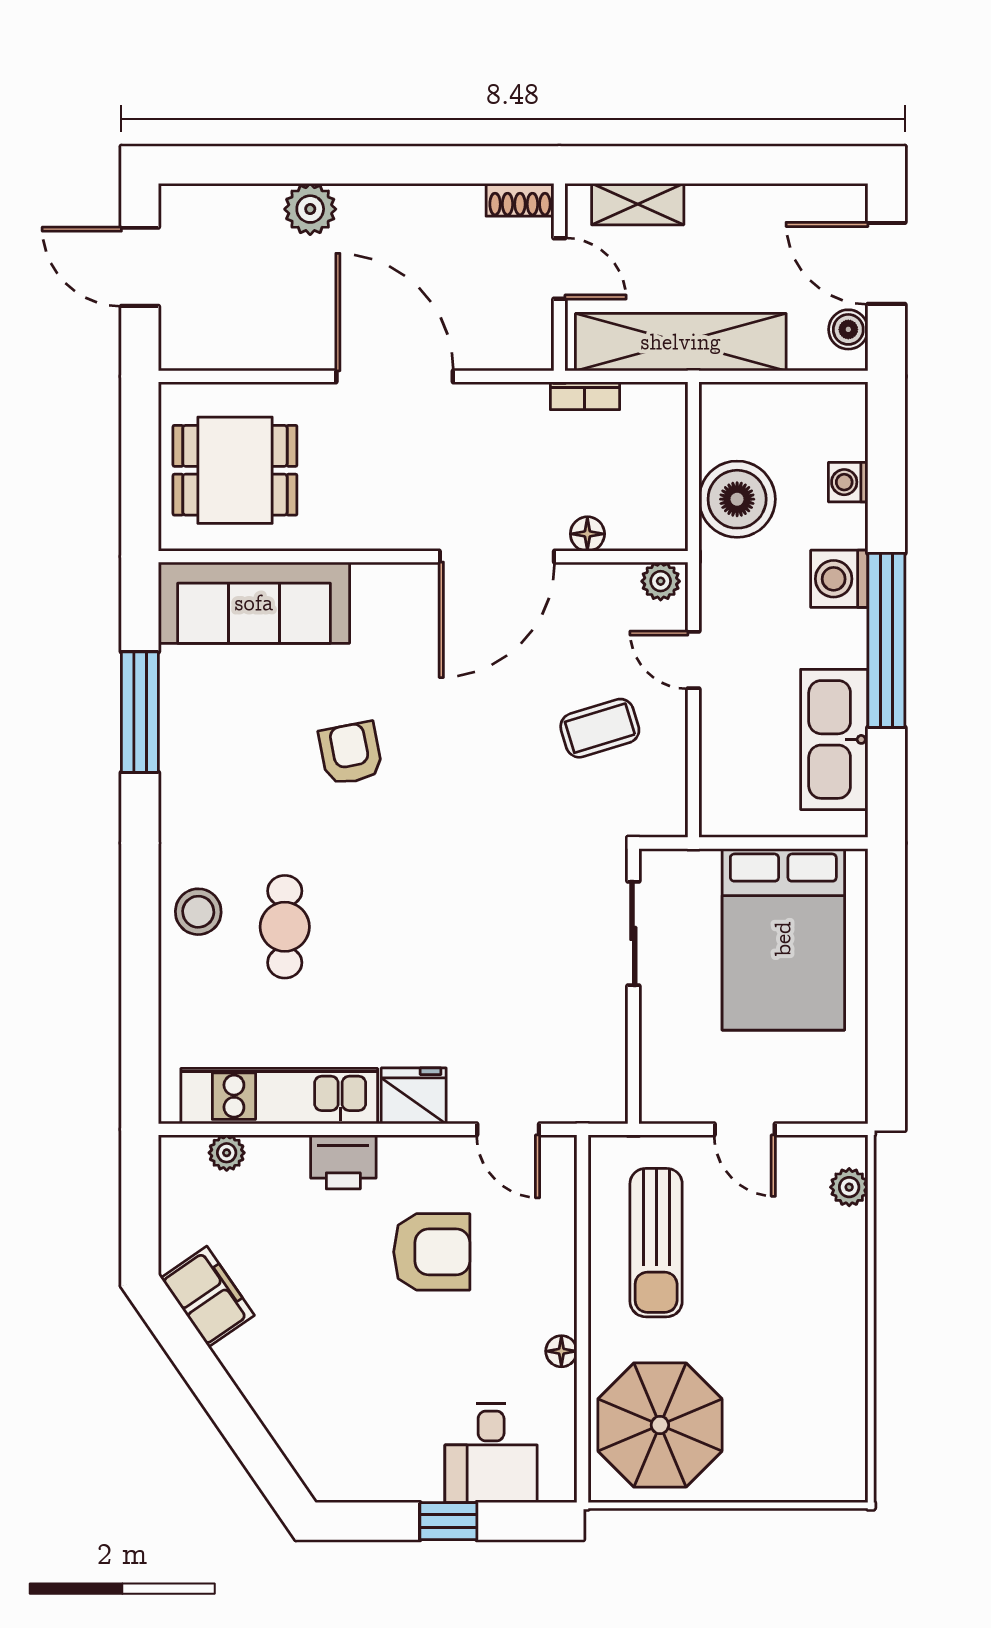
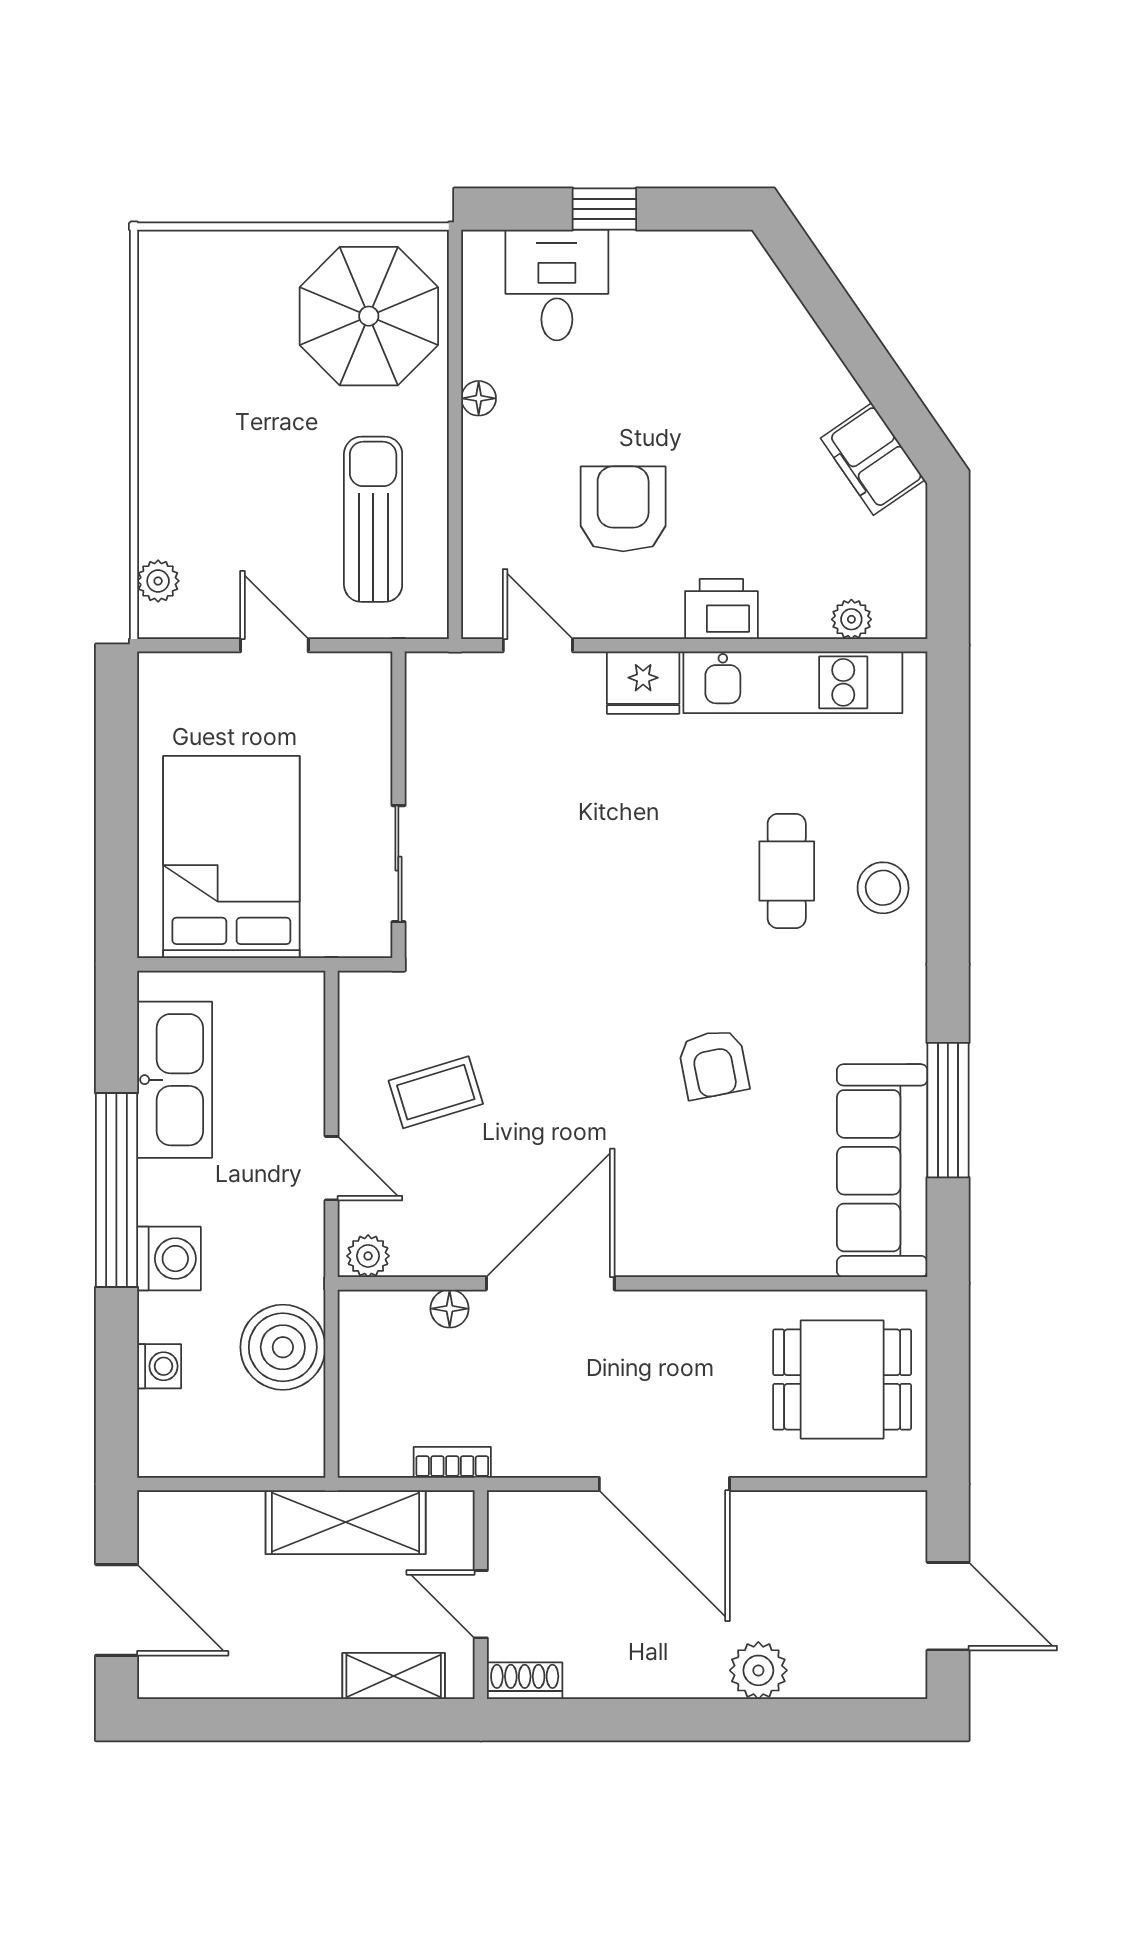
boiler: (848, 329) -> (159, 1536), removed
shelving: (681, 342) -> (346, 1522), width x0.68
sofa: (254, 603) -> (882, 1171), moved, turned -90
armchair: (432, 1252) -> (623, 509), turned 90

